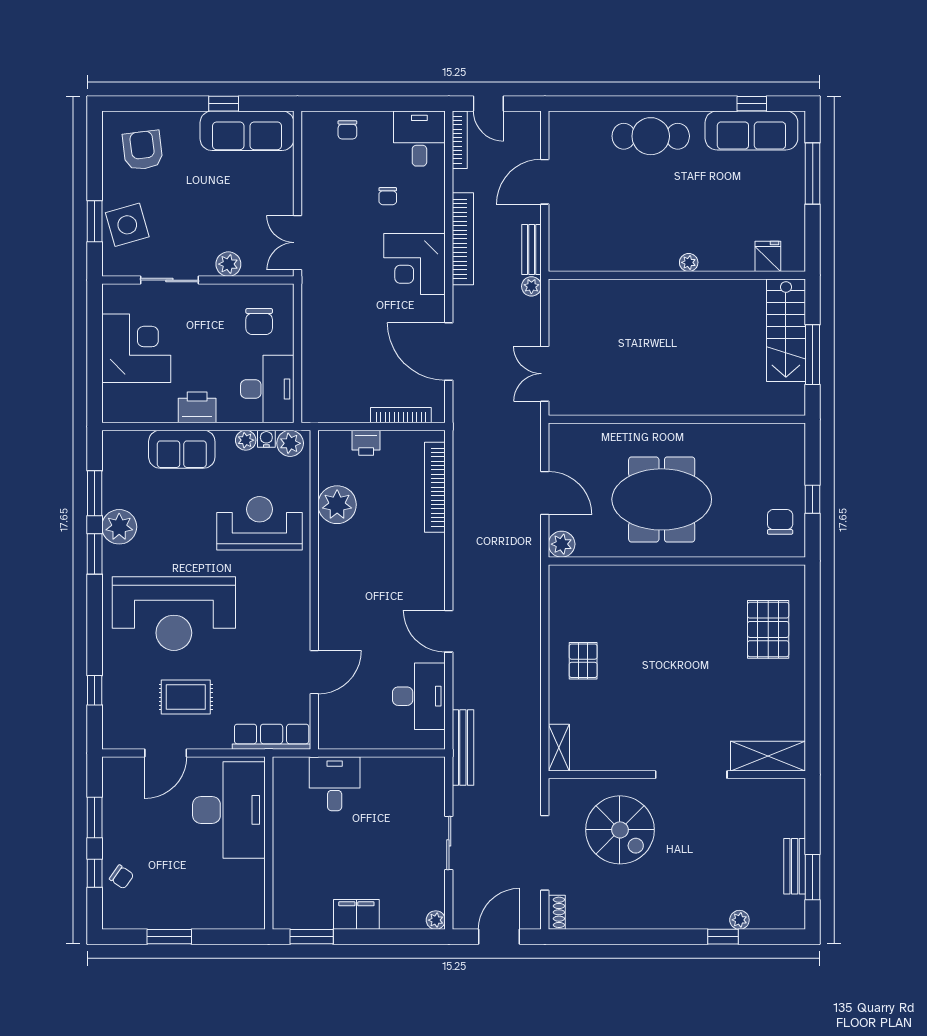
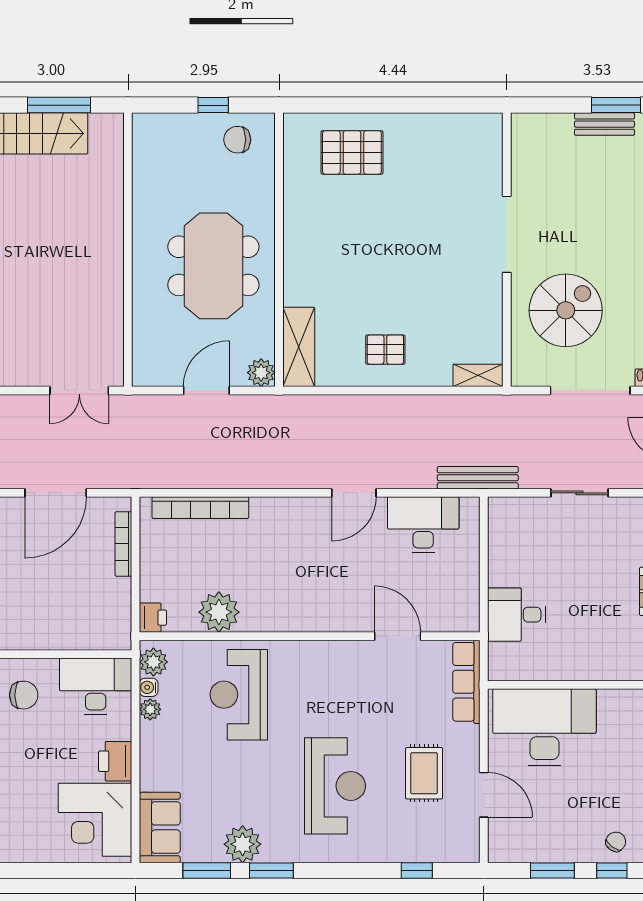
corner desk: (136, 348) -> (95, 820), moved, turned -90
printer: (366, 443) -> (153, 618), moved
sofa: (182, 449) -> (160, 827), moved
reception desk: (174, 614) -> (335, 786), width x0.74, depth x0.77
shelving: (768, 756) -> (299, 347), moved

